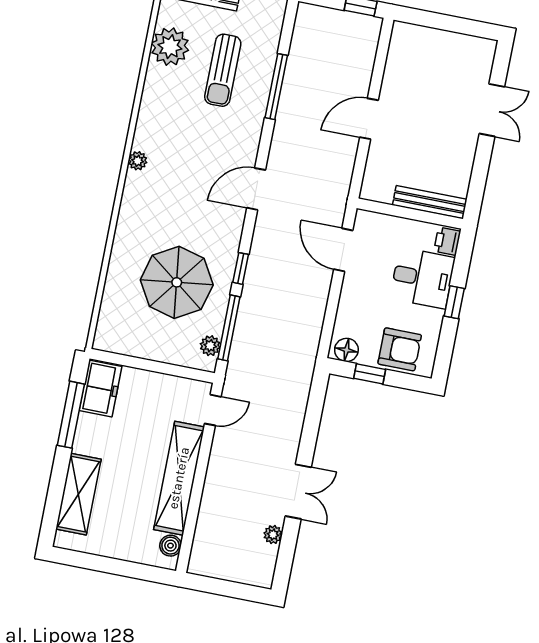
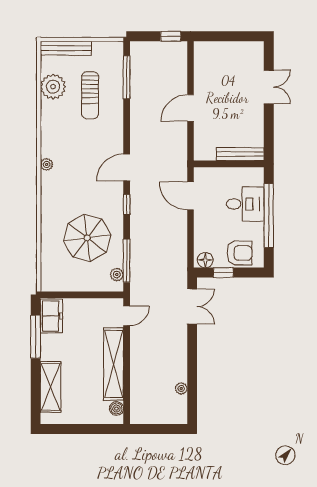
window: (276, 87) -> (127, 77), moved
printer: (447, 241) -> (256, 177), removed
window: (241, 268) -> (127, 205), moved
window: (454, 302) -> (269, 216), width x3.17
double door: (298, 492) -> (192, 306), moved

